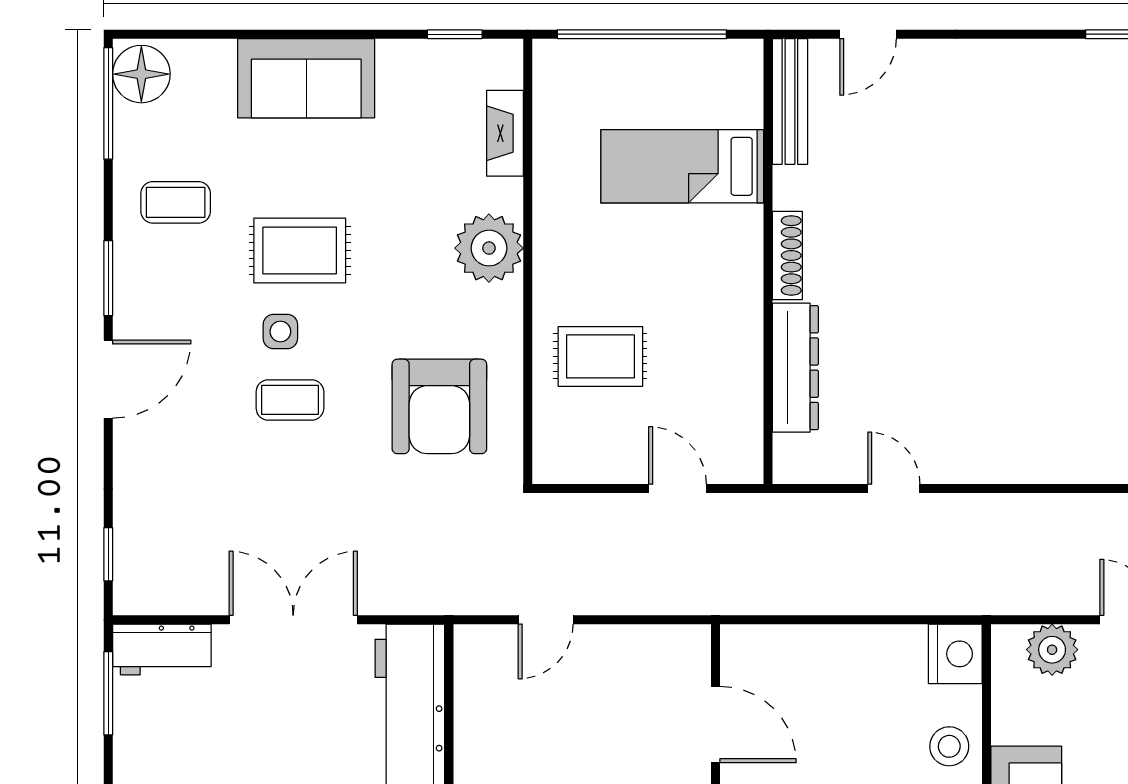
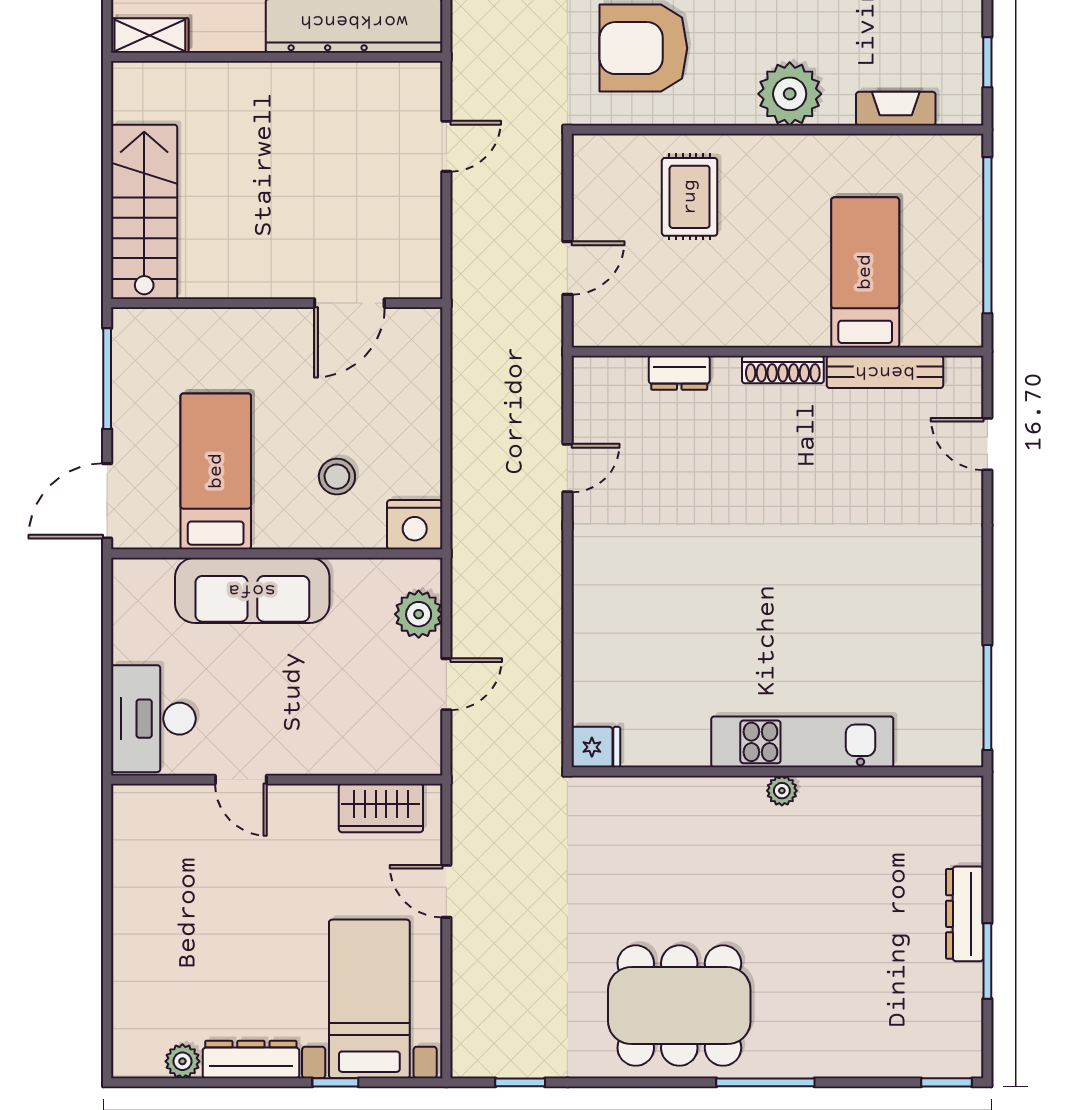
bench: (790, 101) -> (885, 372), moved
dresser: (795, 368) -> (679, 373), width x0.51, depth x0.80
door: (546, 620) -> (446, 146), swing flipped
stool: (949, 746) -> (337, 477), moved

